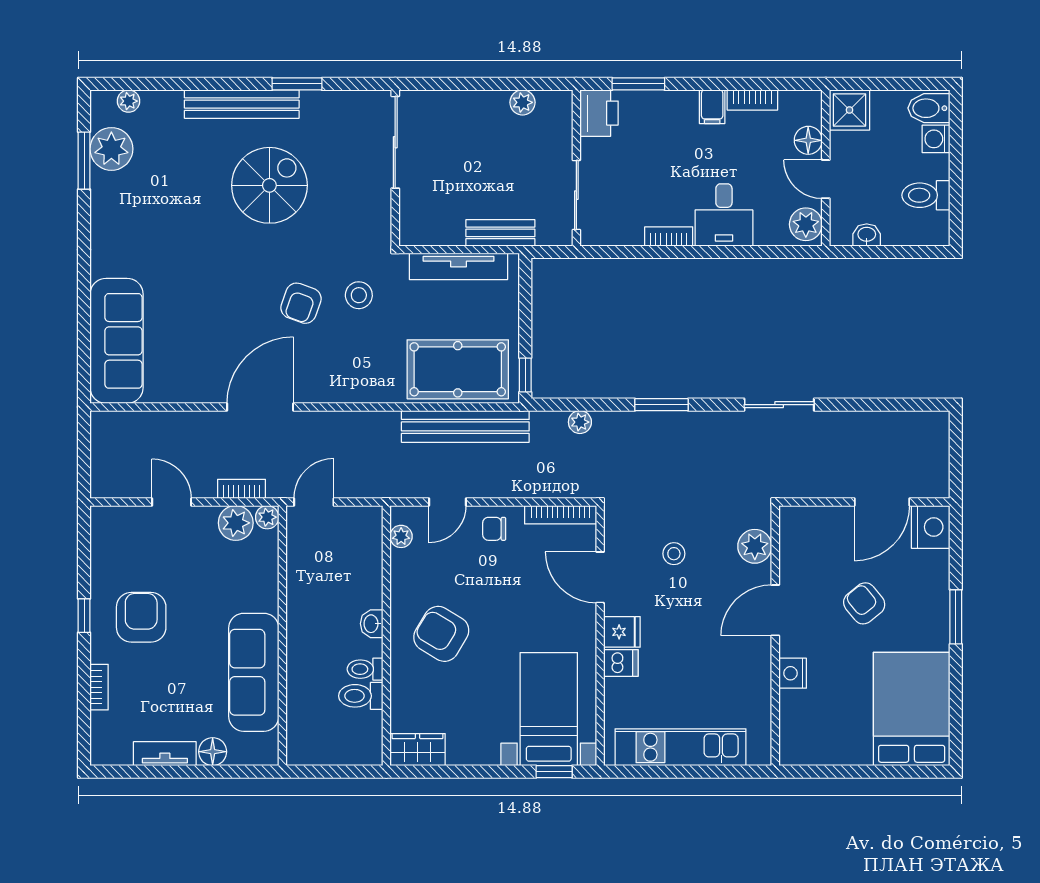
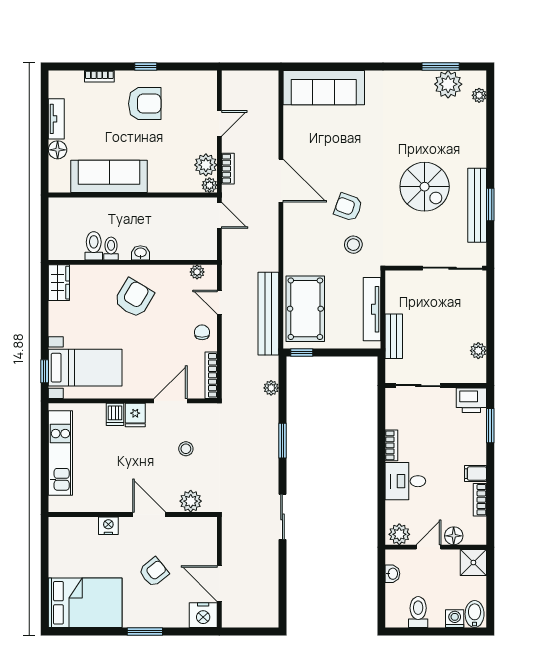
bench: (242, 104) -> (477, 205), moved

